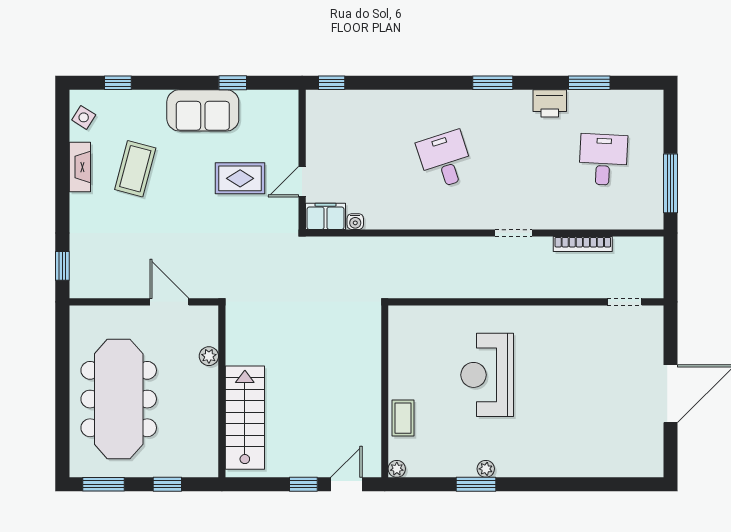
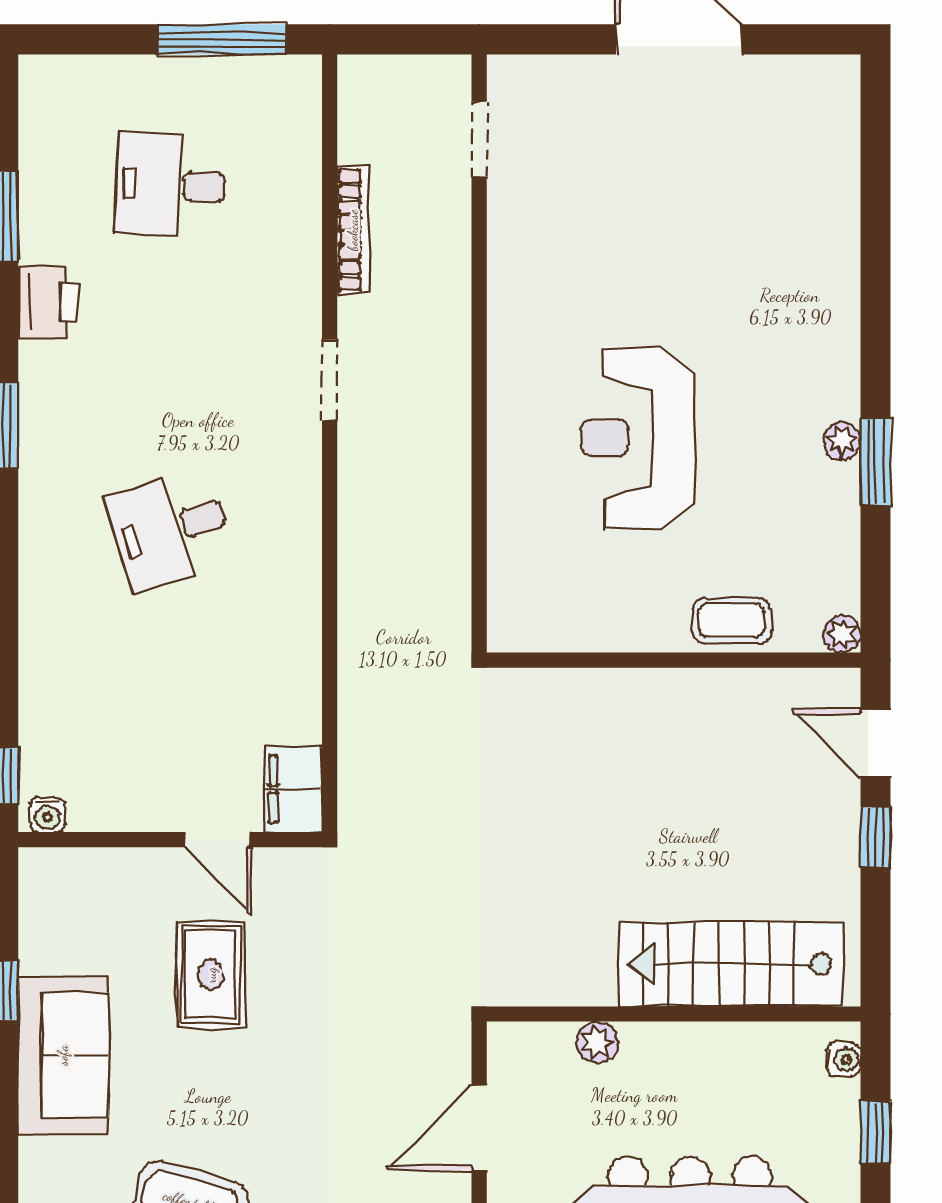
water cooler: (355, 222) -> (47, 815), moved, turned 90
reception desk: (487, 375) -> (638, 438), turned 90
water cooler: (201, 470) -> (843, 1059), added

